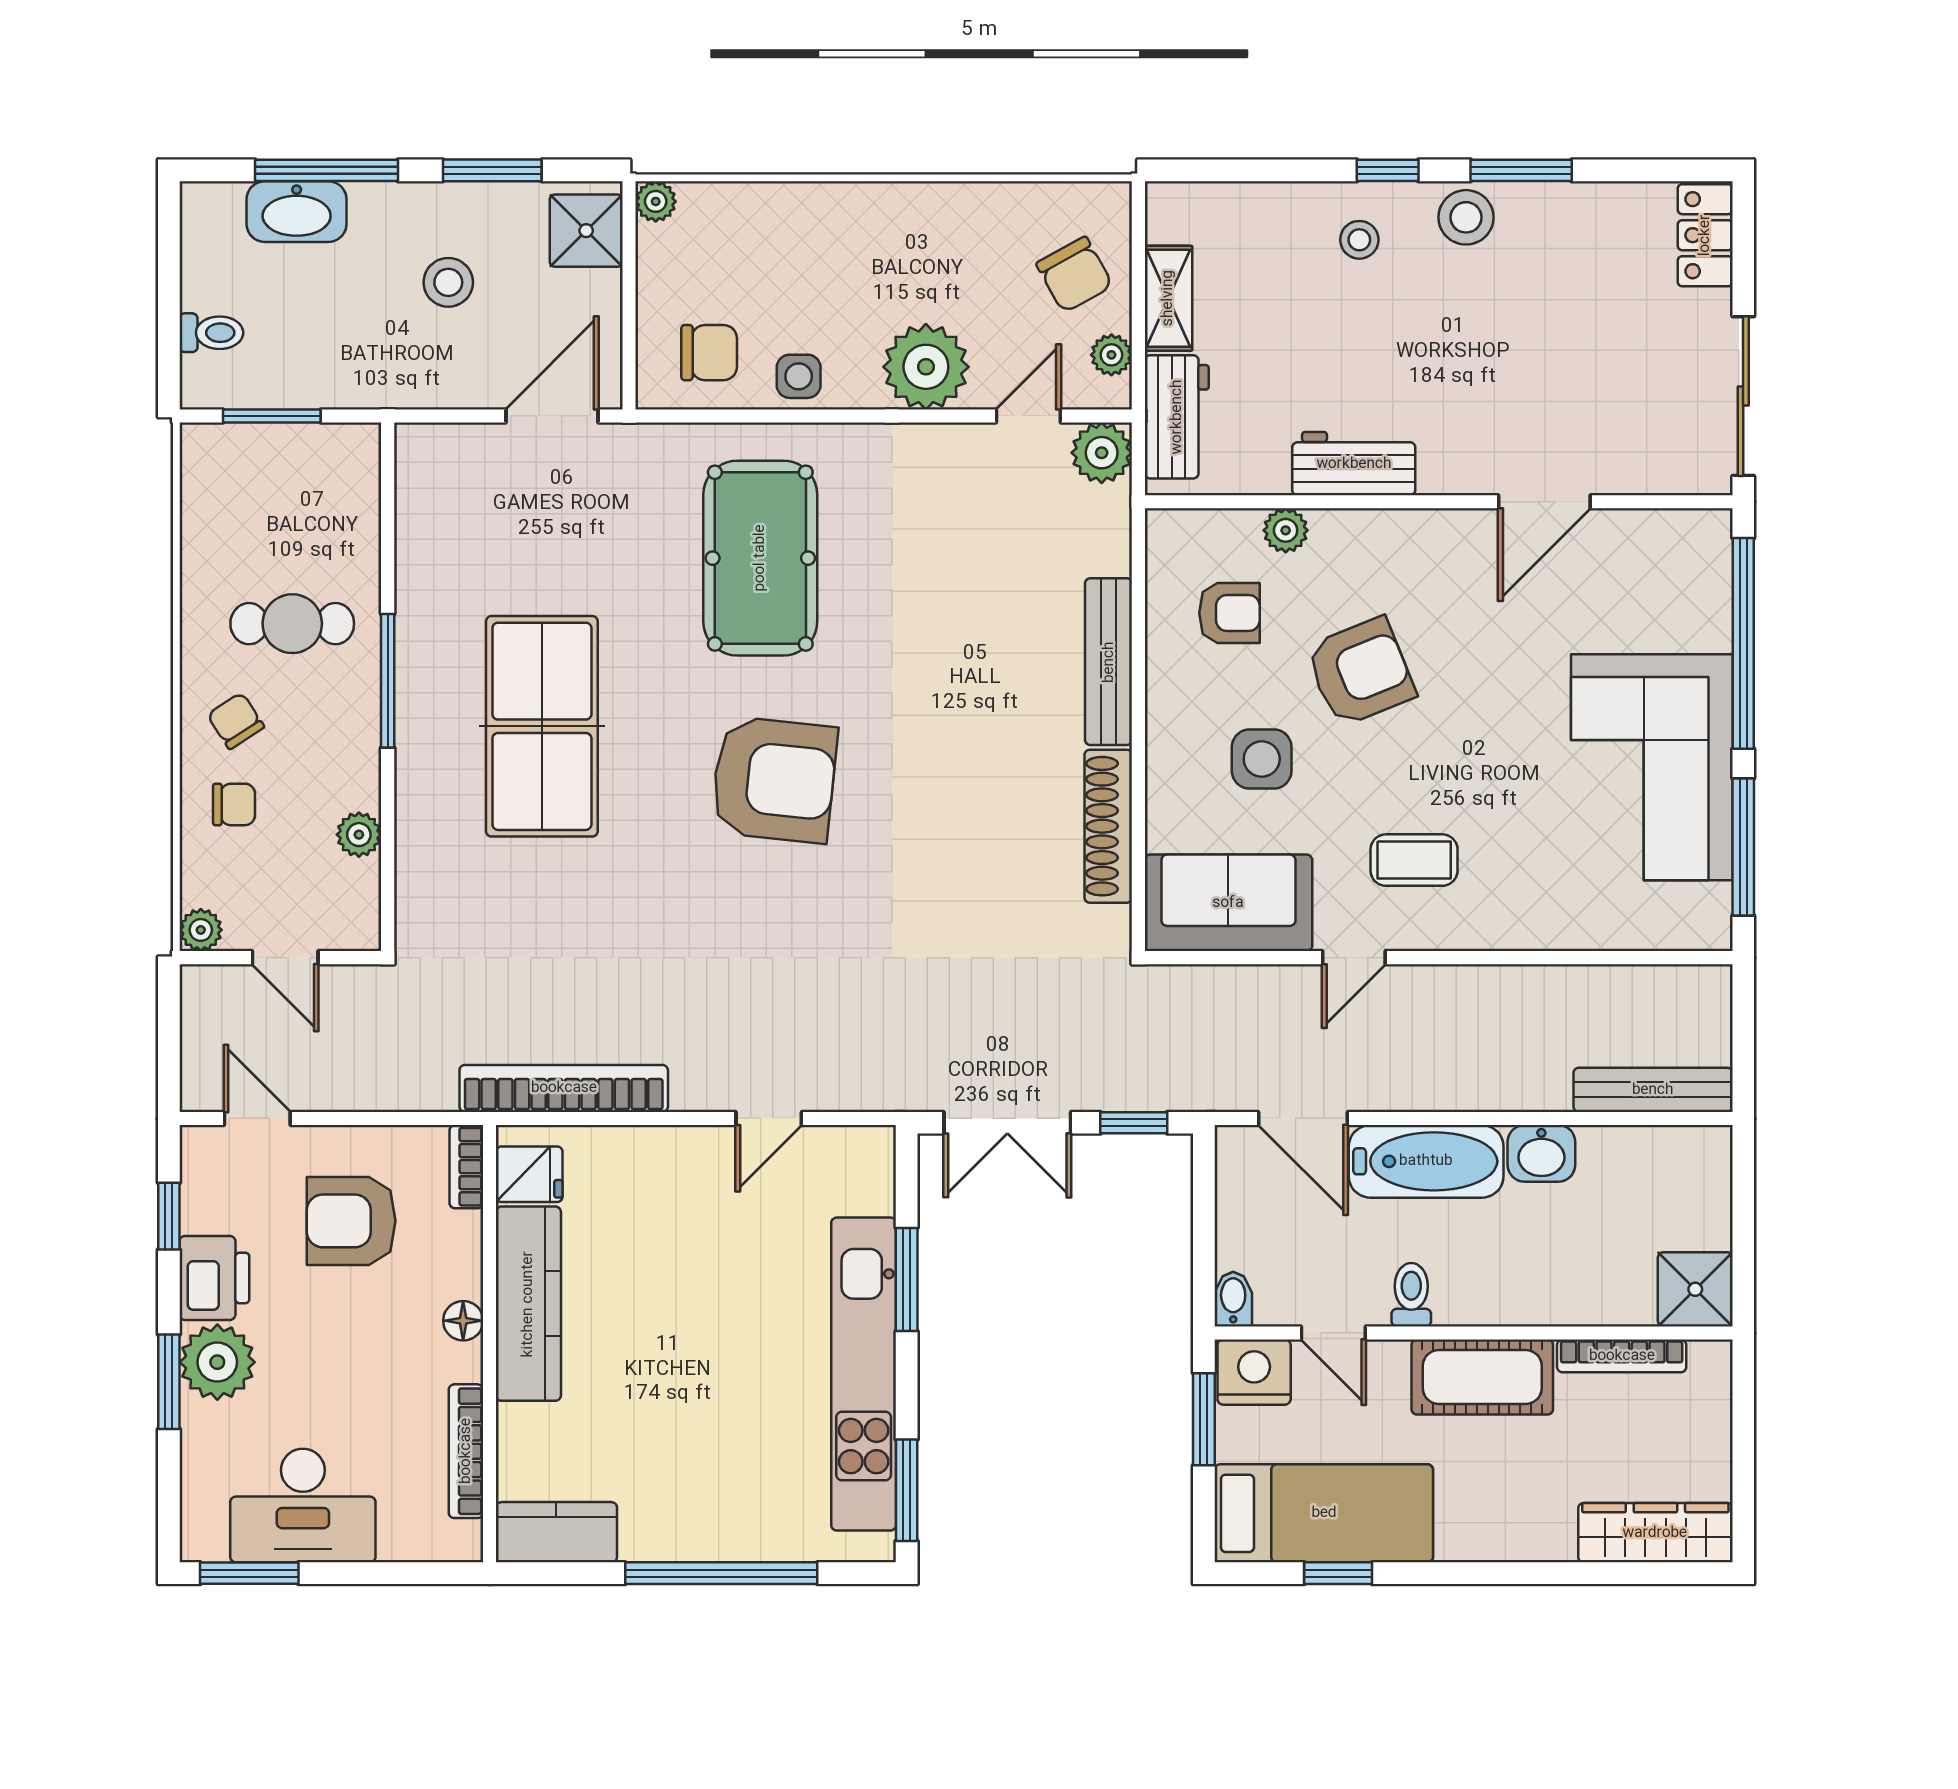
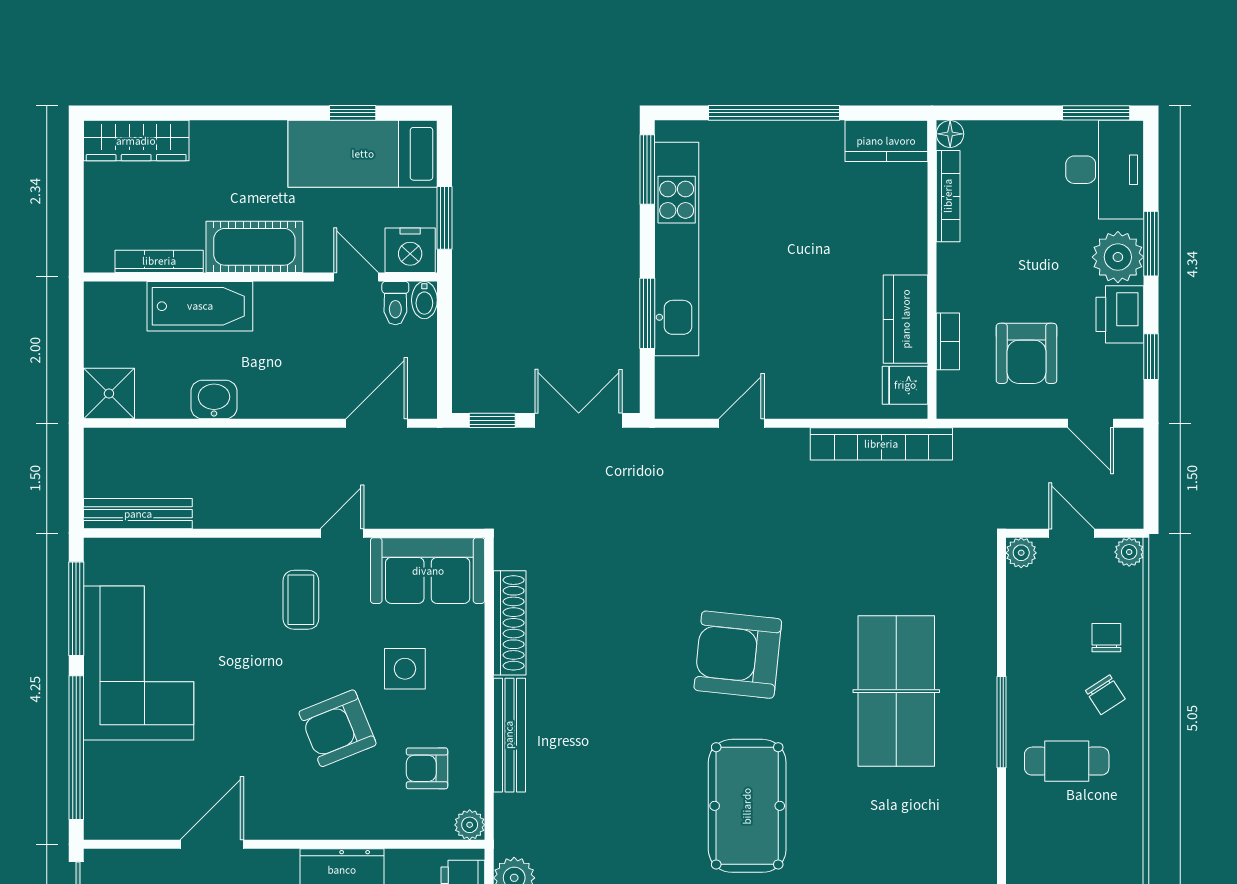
plant: (1286, 530) -> (470, 825), moved
chair: (234, 804) -> (1106, 638), turned 90
plant: (359, 835) -> (1021, 553), moved
coffee table: (1414, 860) -> (301, 600), turned 90
bench: (1653, 1090) -> (138, 514), moved
door: (1303, 1118) -> (377, 423), hinge flipped
bathtub: (1426, 1161) -> (200, 306), moved, turned 180
bookcase: (466, 1167) -> (948, 341), moved
armchair: (351, 1221) -> (1026, 353), turned 90
shower: (1695, 1289) -> (109, 394), moved
toilet: (1411, 1295) -> (395, 303), moved
kitchen counter: (528, 1304) -> (906, 319), width x0.67
floor lamp: (463, 1321) -> (950, 134), moved
desk: (303, 1506) -> (1105, 170), moved, turned 90

